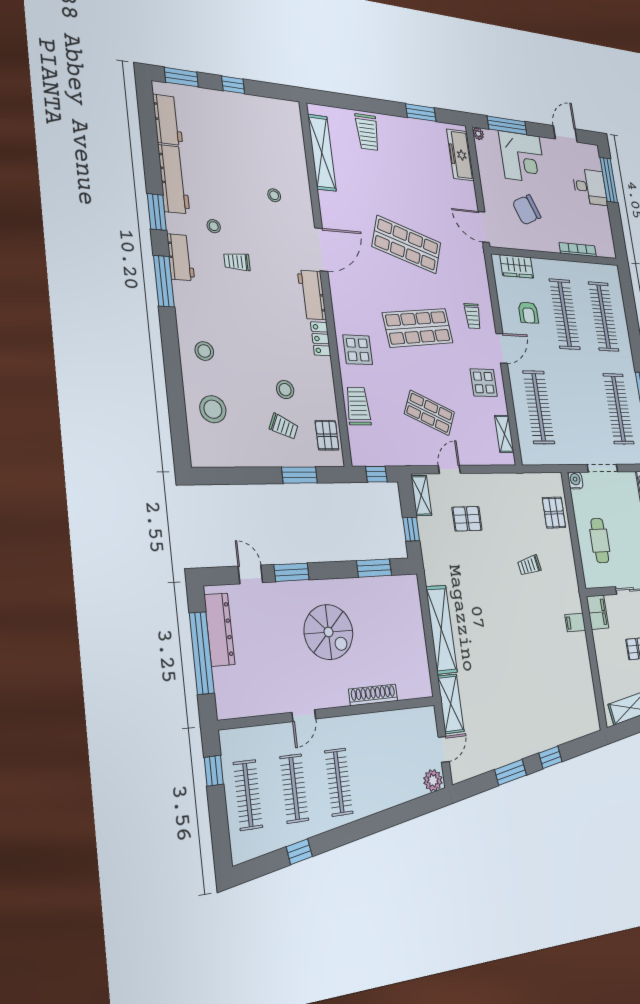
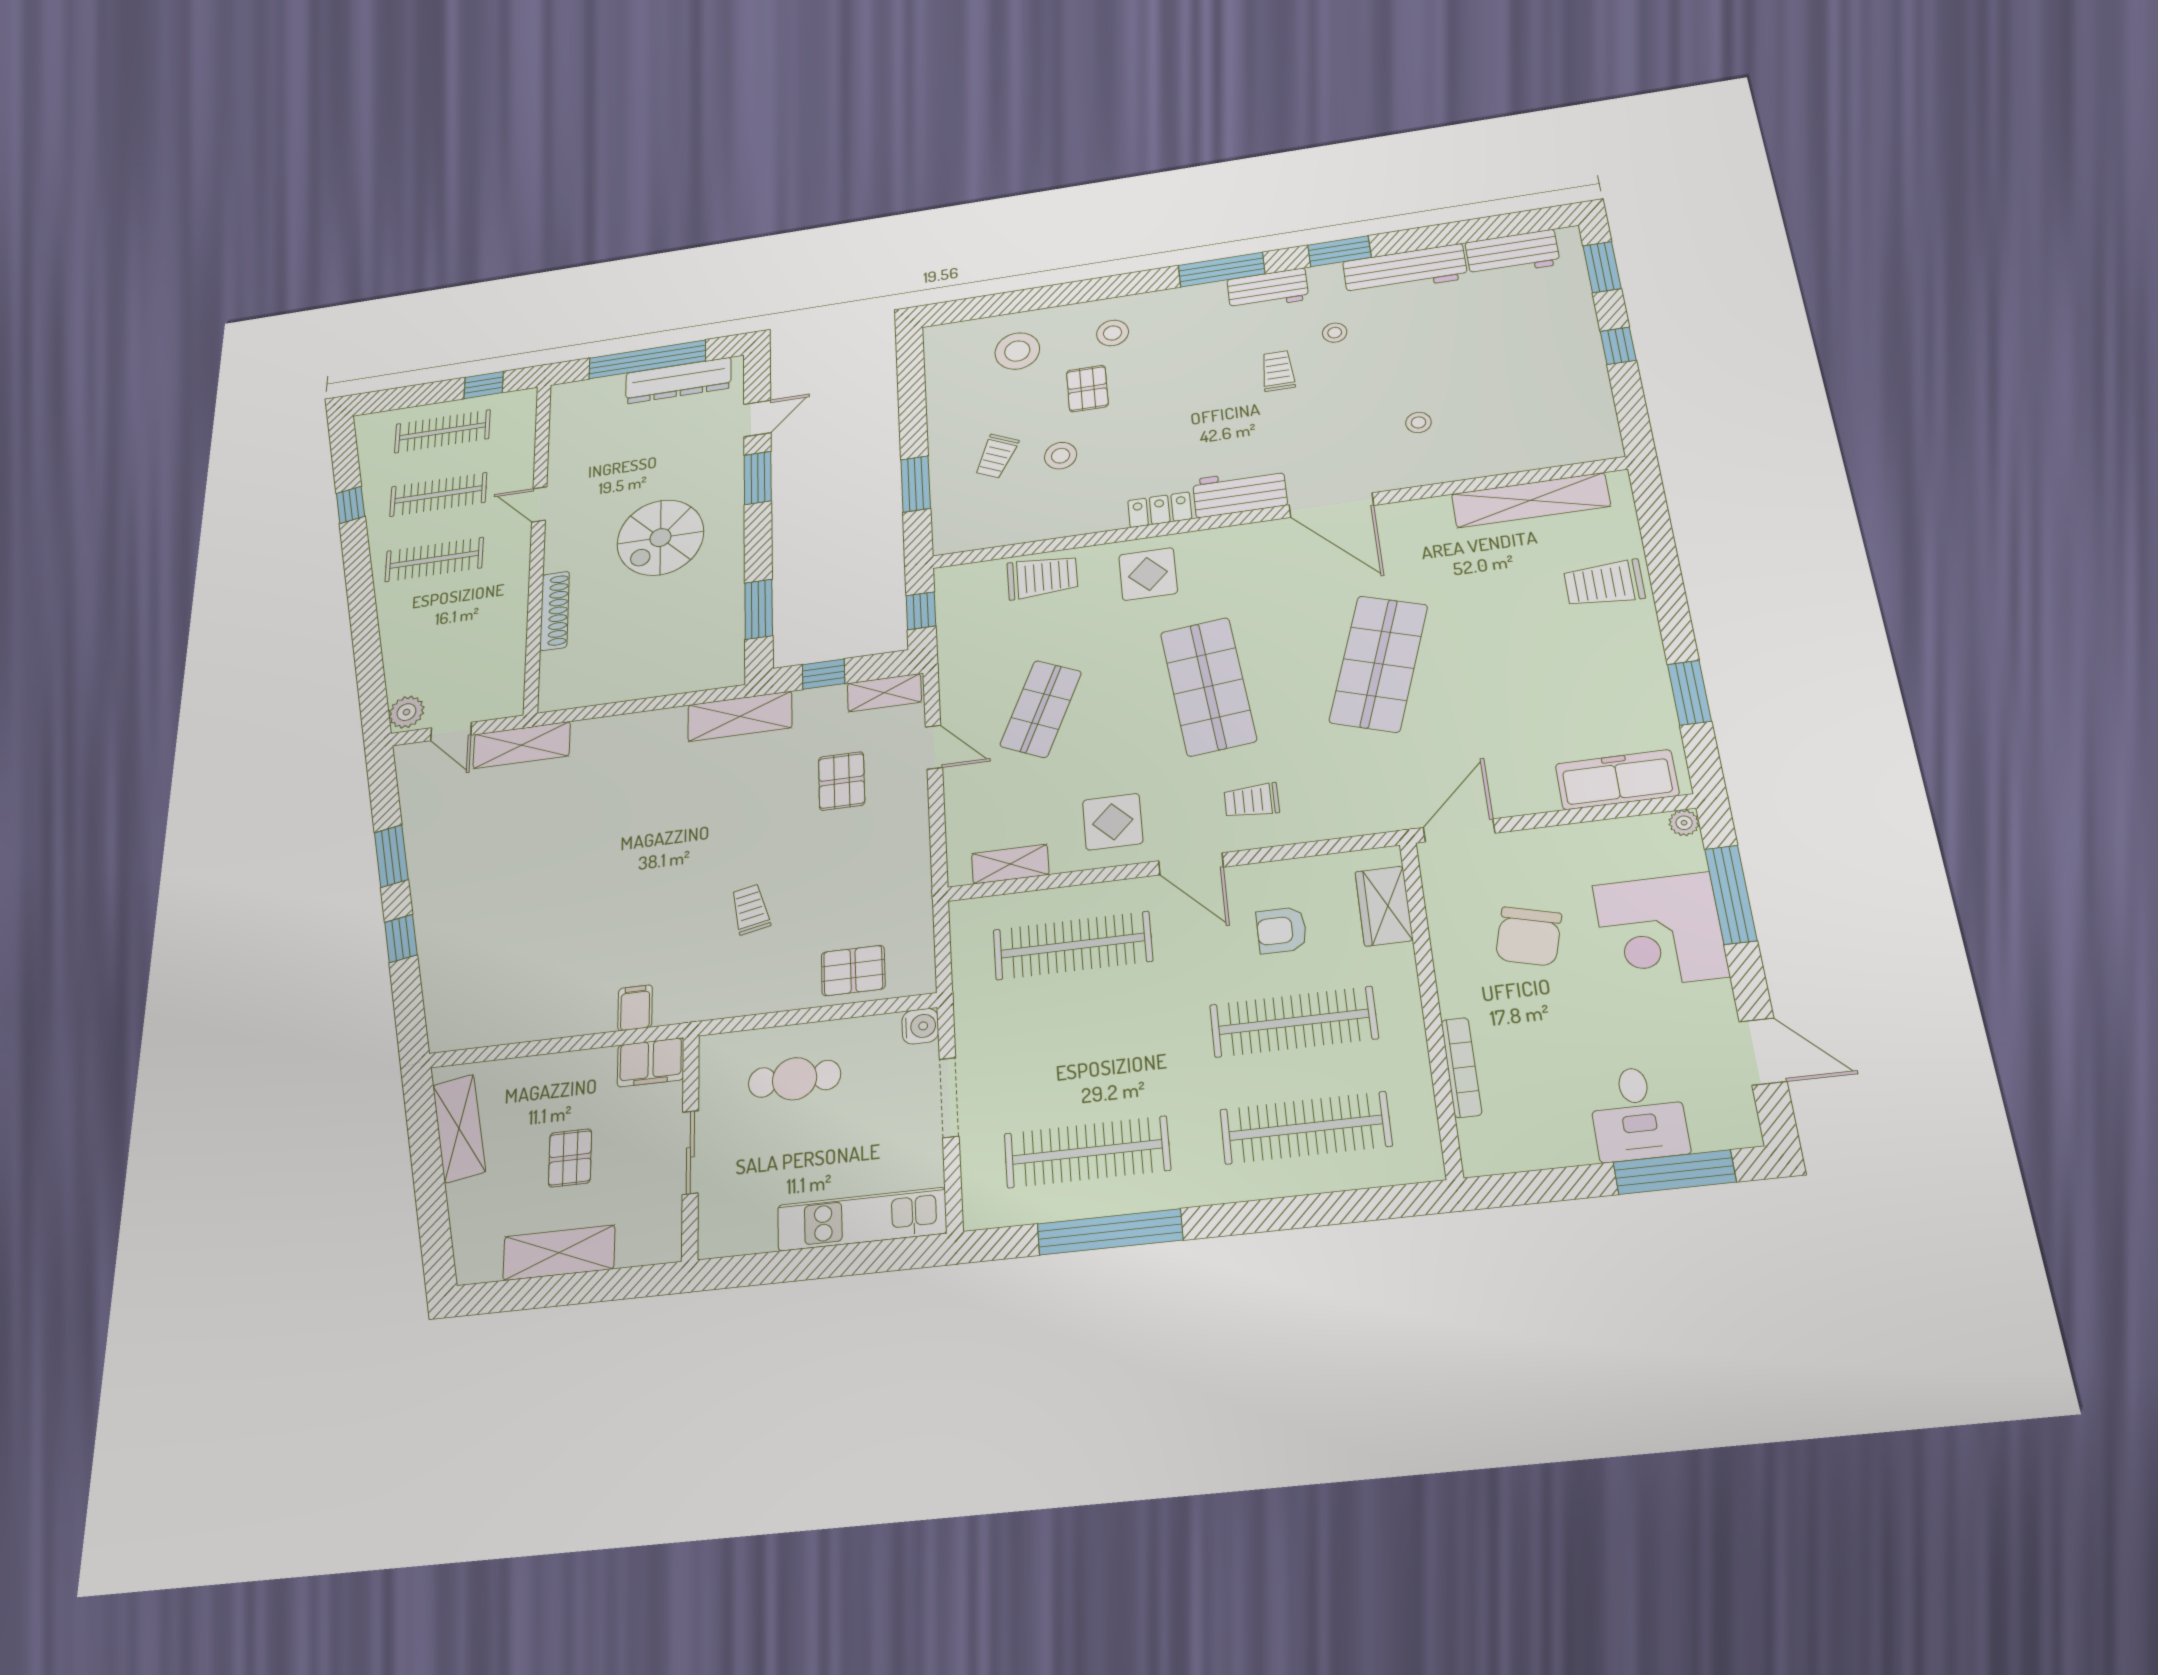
chair: (527, 210) -> (1529, 936), turned -141
pallet: (327, 435) -> (1087, 389), moved, turned 90
shelving: (441, 629) -> (740, 716), moved, width x0.68

